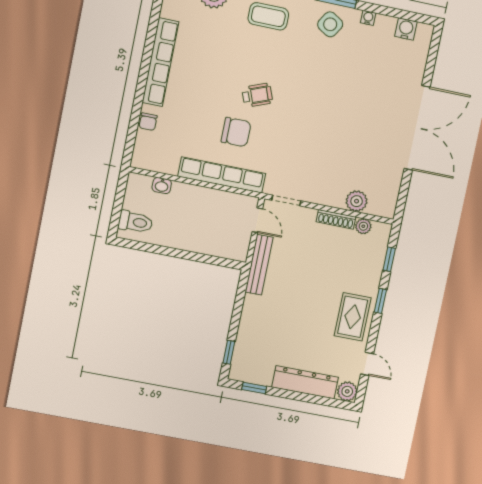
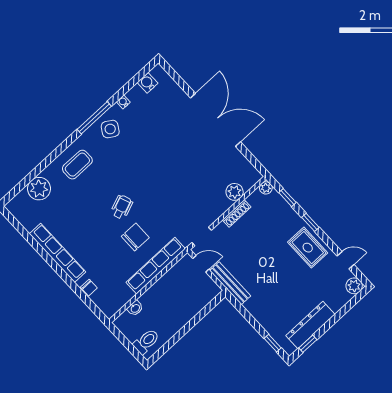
plant: (363, 226) -> (266, 188), moved
dresser: (305, 382) -> (310, 325), moved

